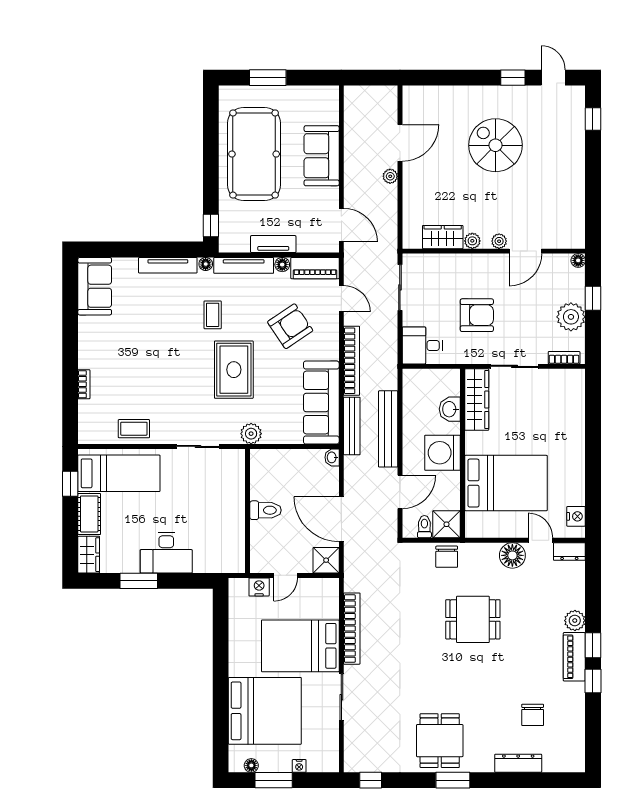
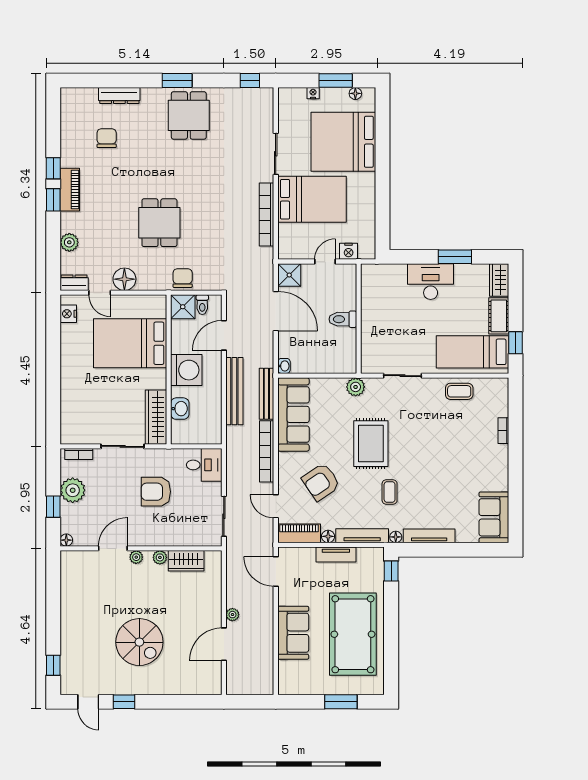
dining table: (473, 619) -> (159, 223), turned 90
plant: (575, 621) -> (69, 242), moved

